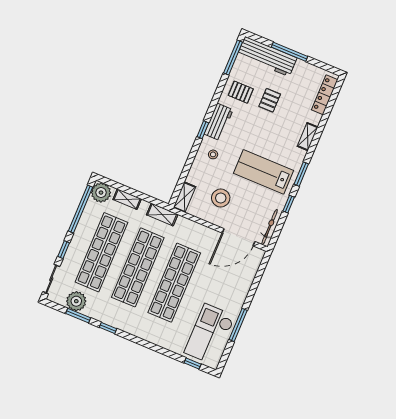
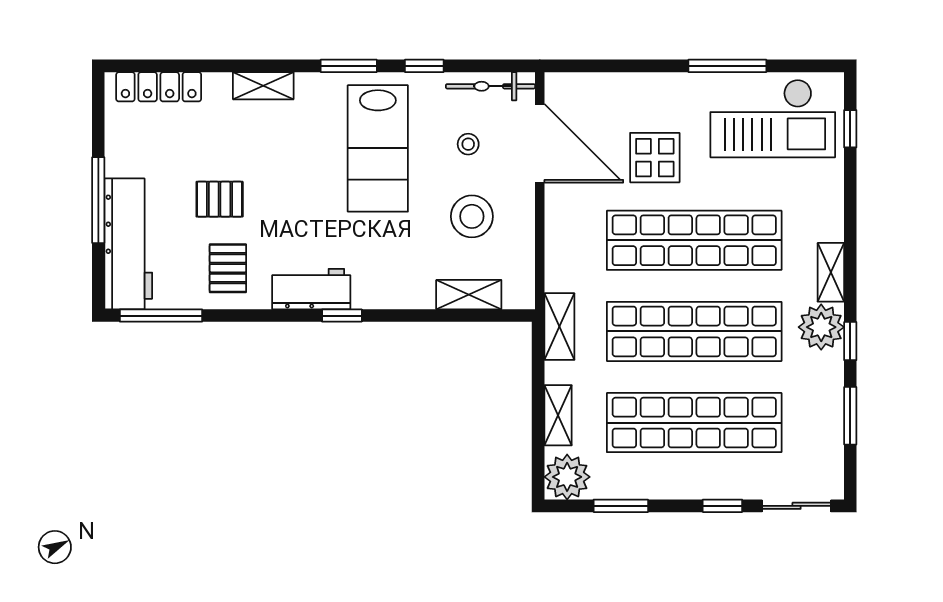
stool: (213, 154) -> (468, 144), moved
shelving: (184, 197) -> (469, 295), moved
window: (81, 209) -> (621, 506), width x0.47
display table: (214, 281) -> (655, 158), added
plant: (76, 301) -> (821, 327), moved
shelving: (139, 332) -> (831, 272), added

